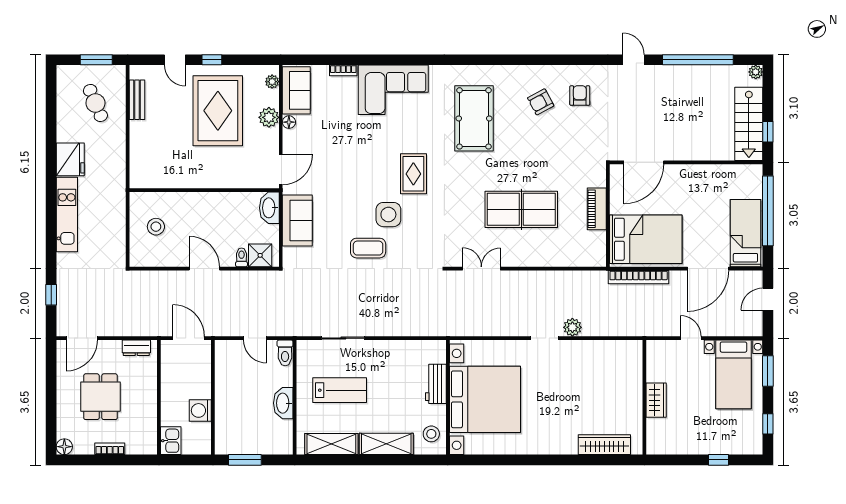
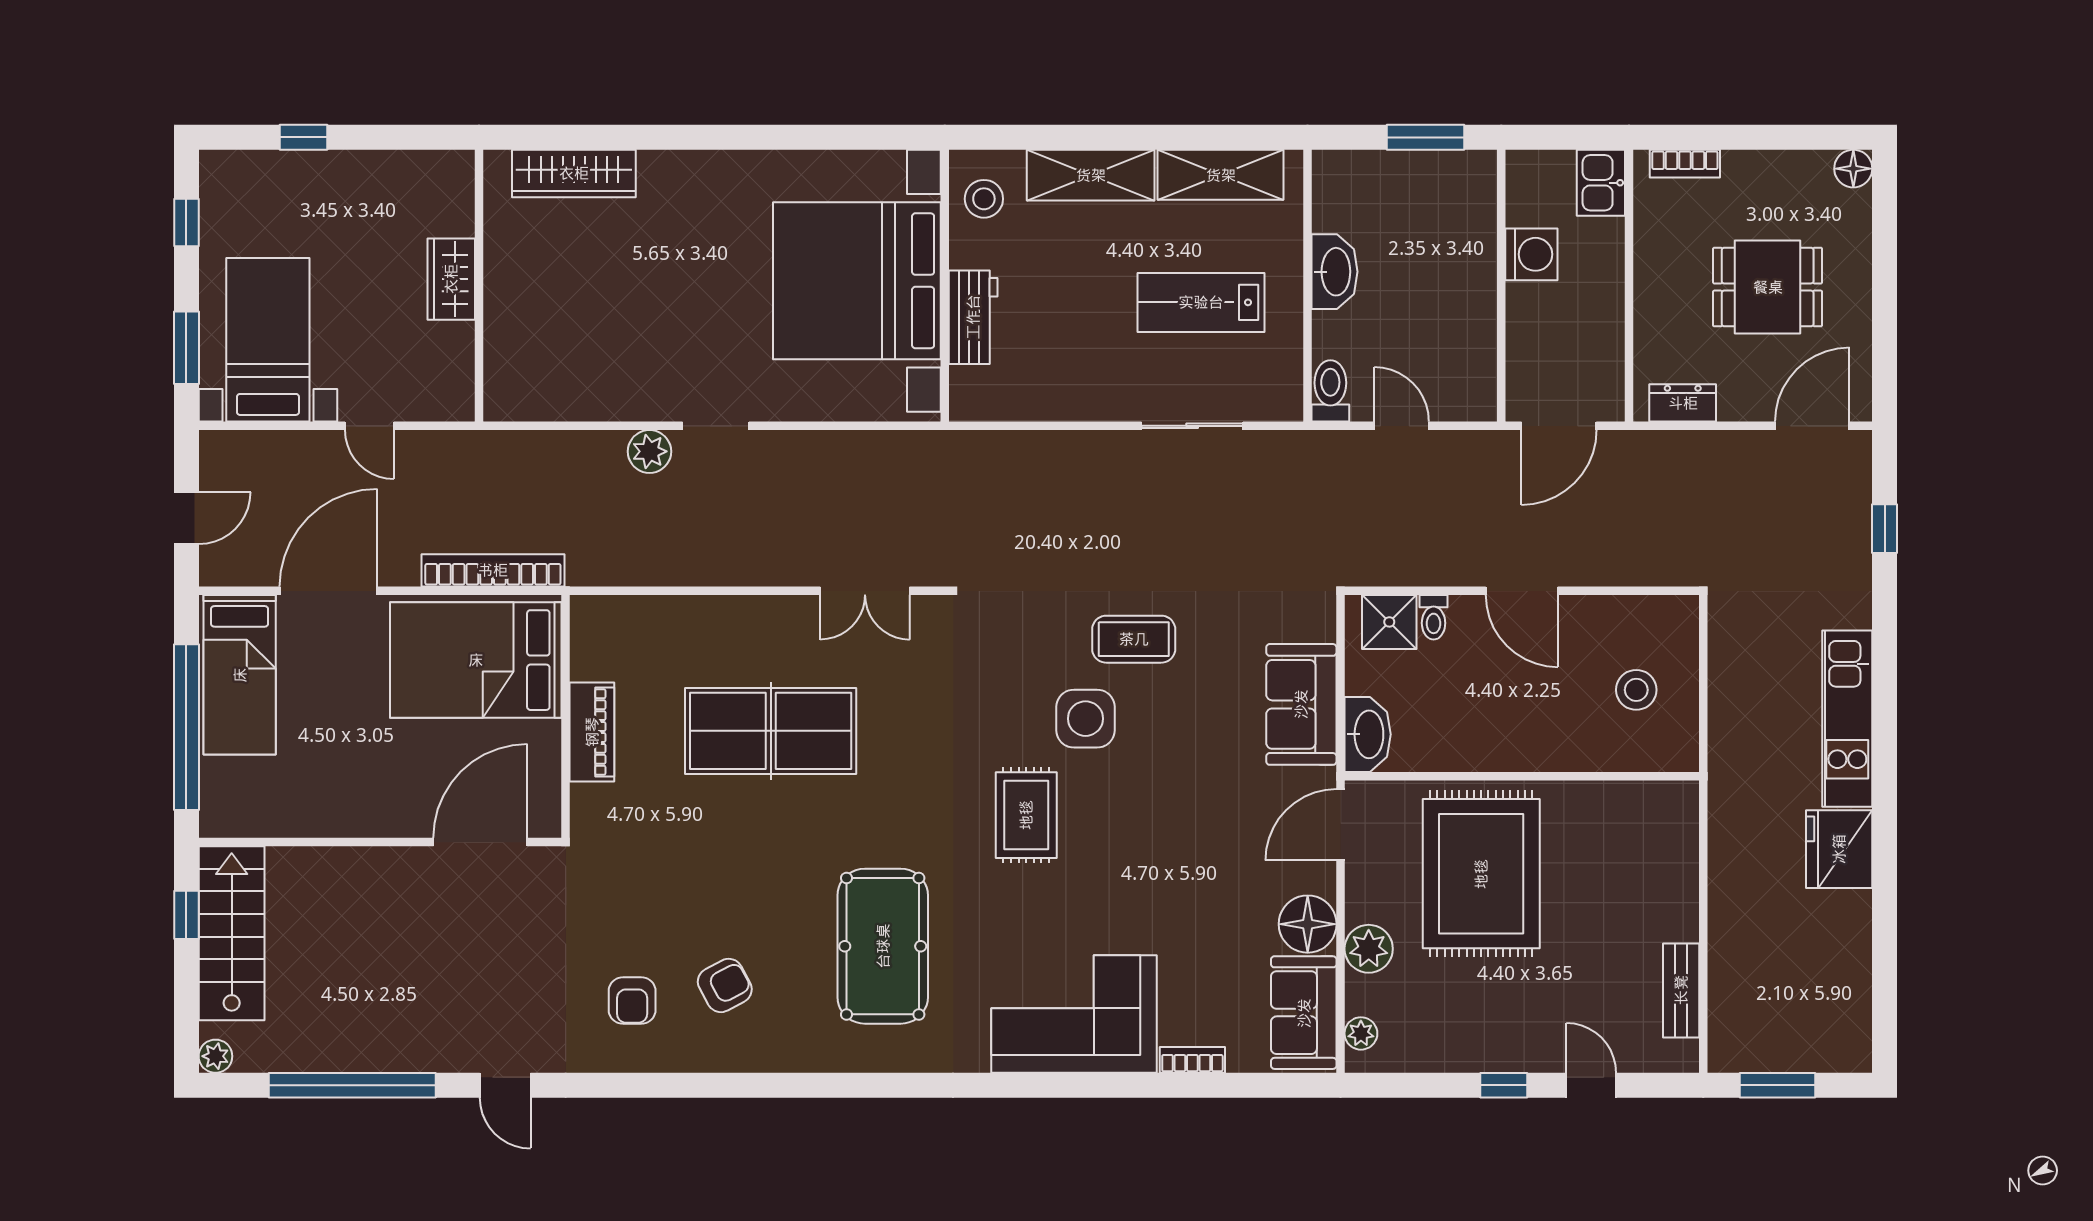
cafe table: (95, 103) -> (1780, 983), removed
rug: (218, 111) -> (1481, 874), moved
floor lamp: (289, 122) -> (1308, 924), width x1.89, depth x1.89
door: (189, 338) -> (1559, 426), hinge flipped
dining table: (100, 397) -> (1768, 287), turned 90
bookcase: (110, 449) -> (1685, 164), moved

